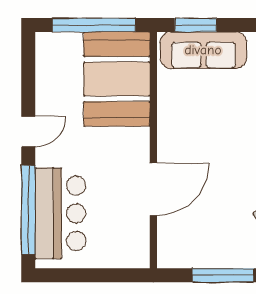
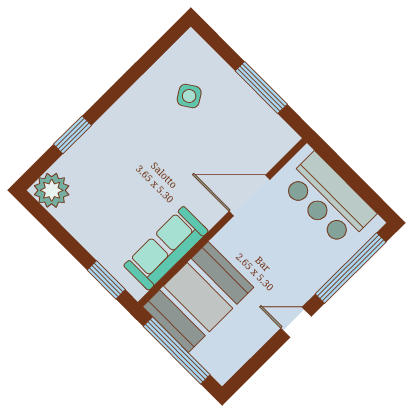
sofa: (203, 50) -> (166, 248), moved, turned -90
bar counter: (60, 213) -> (328, 200), moved, turned -90

